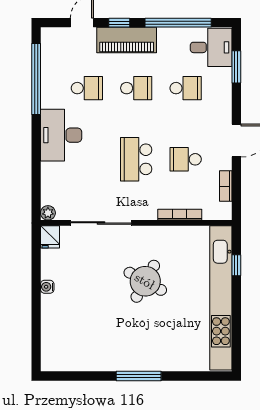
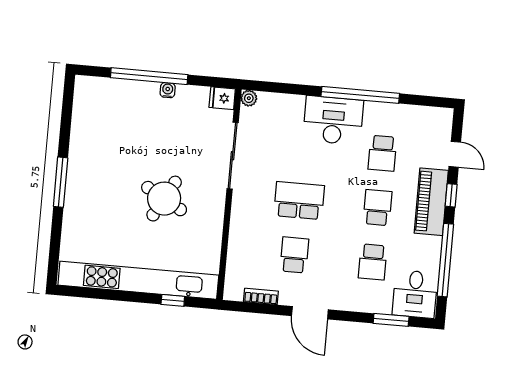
window: (36, 79) -> (360, 95), moved
school desk: (136, 88) -> (377, 208), turned 180
bookcase: (180, 215) -> (234, 243), removed
window: (36, 305) -> (149, 76), added

